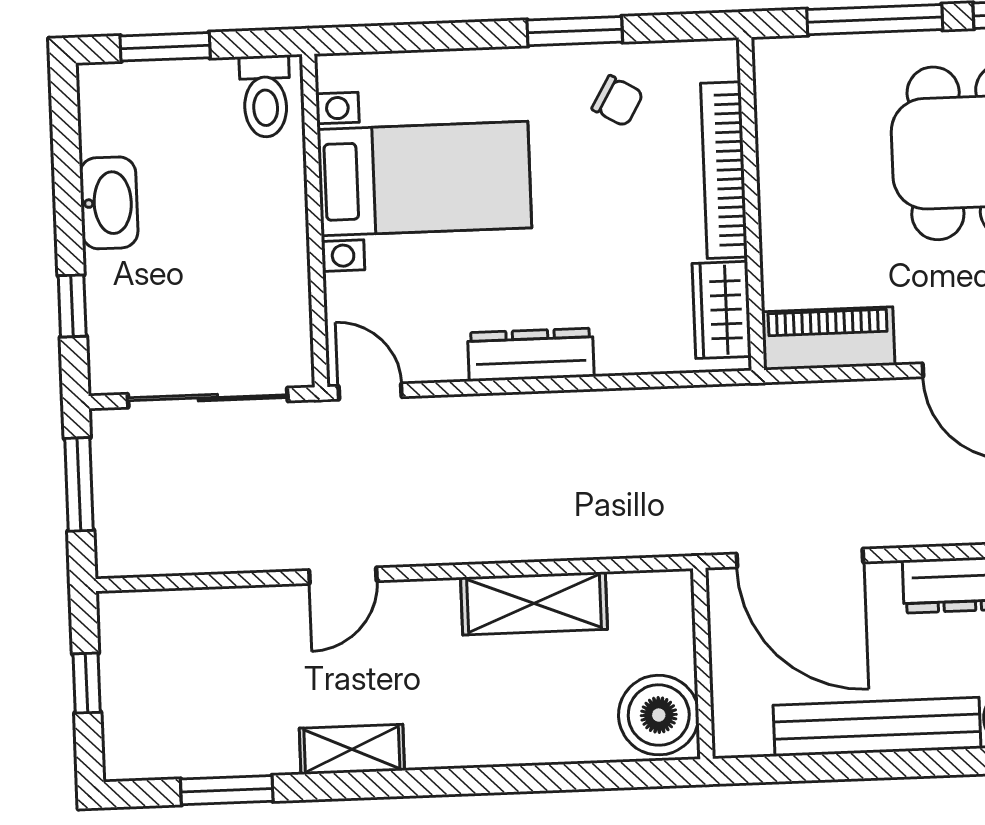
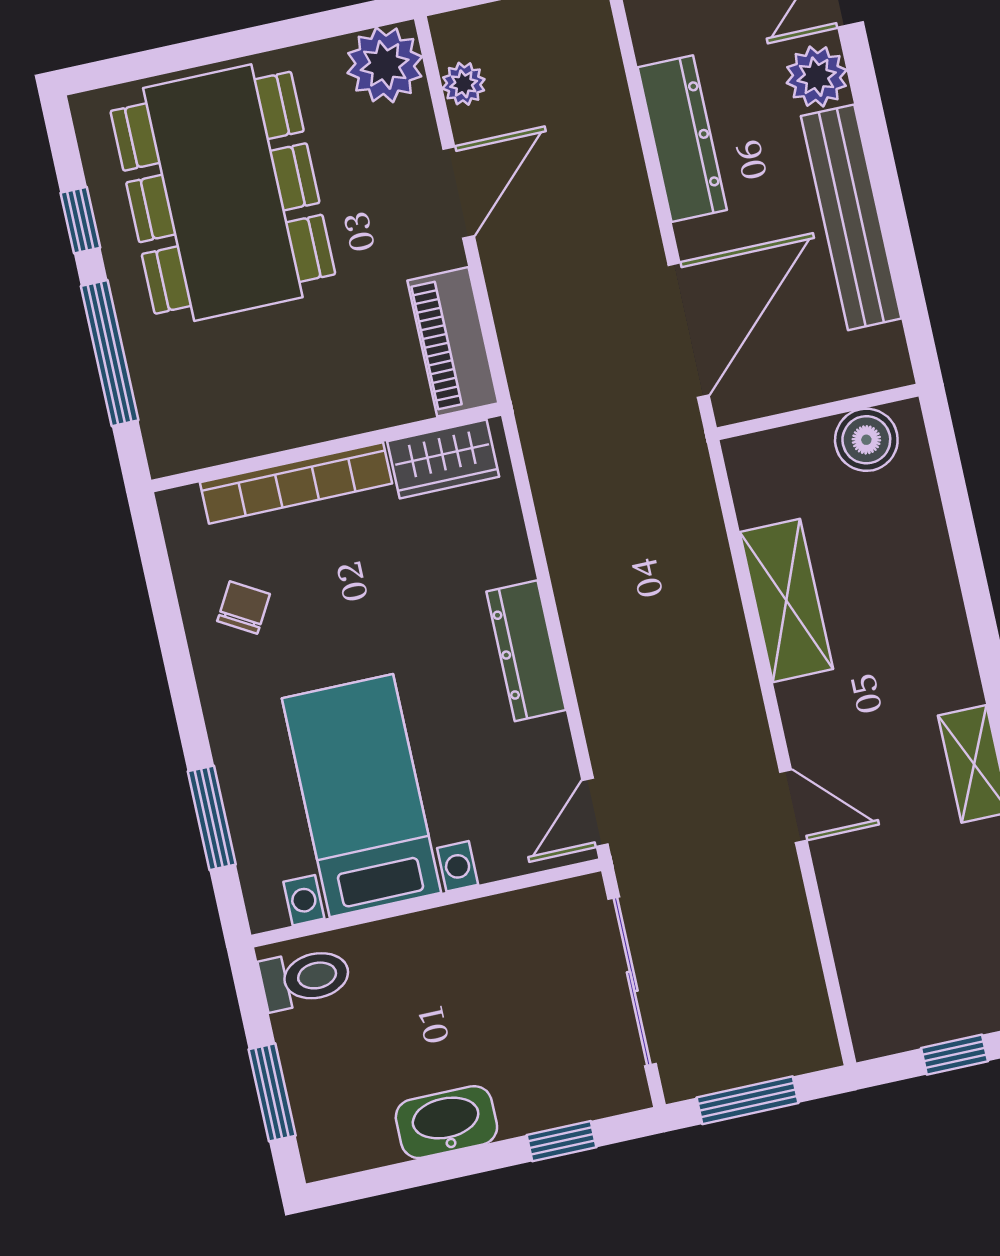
window: (575, 31) -> (212, 818), moved
boiler: (659, 715) -> (866, 440), width x0.73, depth x0.73

